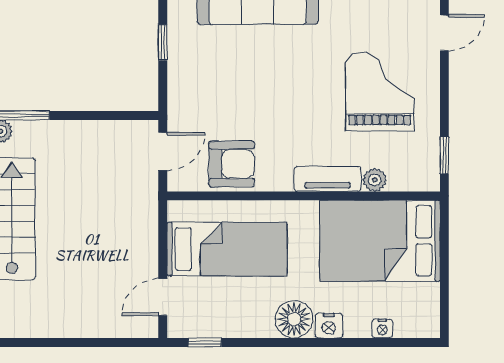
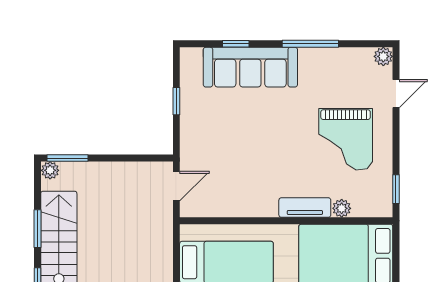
grand piano: (380, 91) -> (346, 139), turned 180
armchair: (232, 164) -> (230, 196), removed

